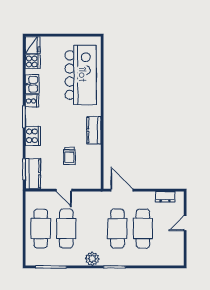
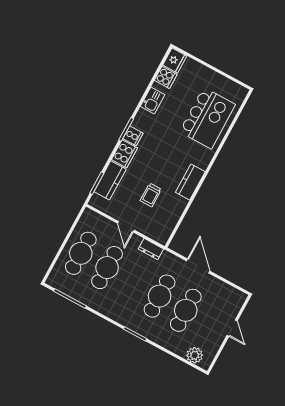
kitchen island: (81, 75) -> (207, 118), width x0.73
cooker: (32, 101) -> (133, 136), moved
kitchen counter: (33, 174) -> (110, 180), moved
door: (122, 190) -> (198, 266), moved
dresser: (165, 197) -> (151, 249), moved
door: (185, 223) -> (232, 328), swing flipped
plant: (92, 259) -> (195, 355), moved

